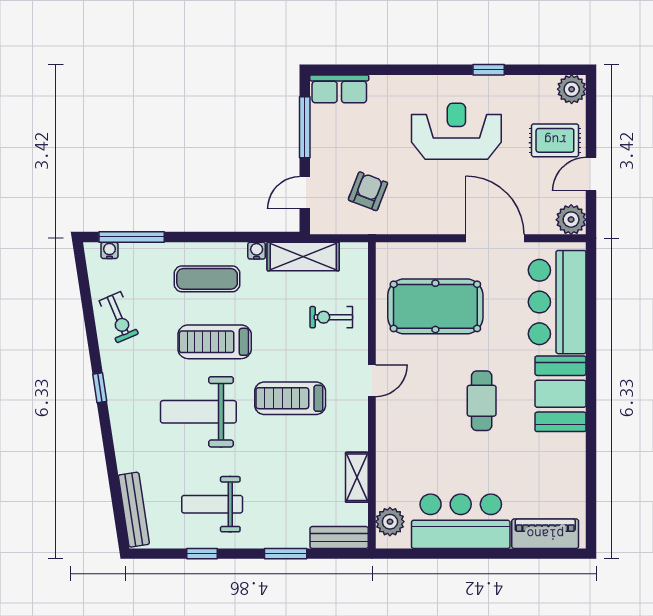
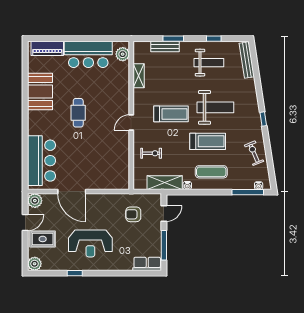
armchair: (368, 191) -> (133, 214), turned 69
pool table: (435, 306) -> (101, 158), removed
booth: (561, 394) -> (40, 91), moved
bench: (339, 537) -> (165, 46), moved

